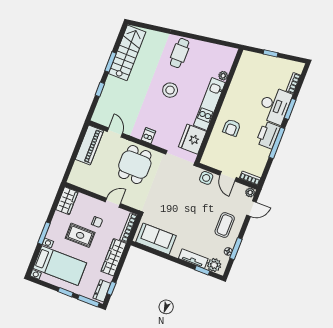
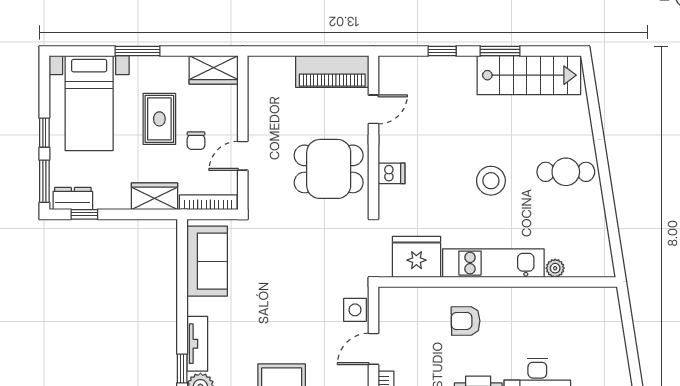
window: (271, 53) -> (630, 339), removed
door: (113, 203) -> (243, 156), swing flipped
wardrobe: (114, 257) -> (154, 196), width x0.67

